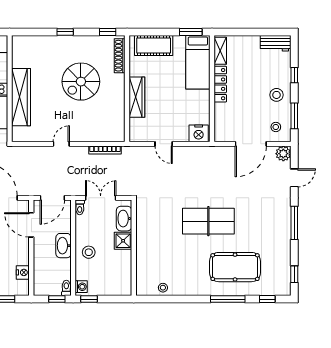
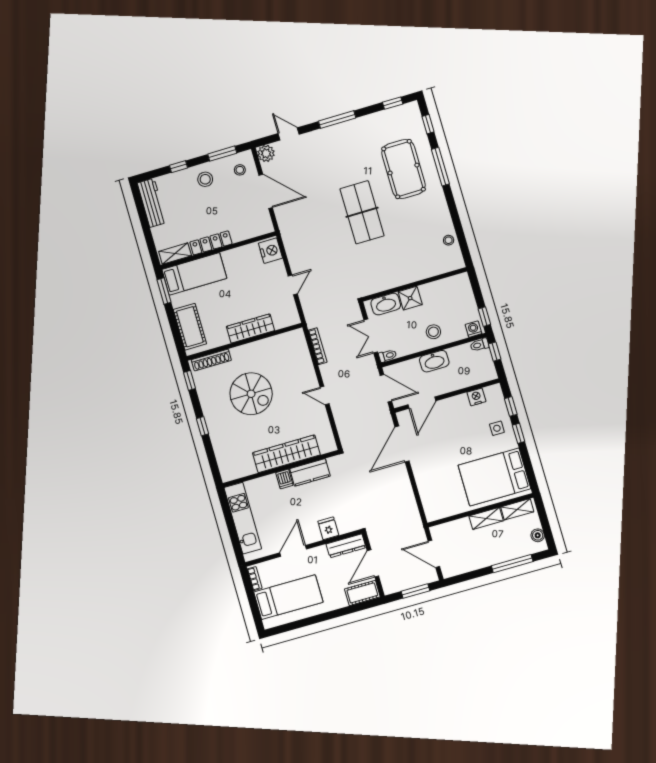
workbench: (276, 43) -> (152, 203), width x1.38

